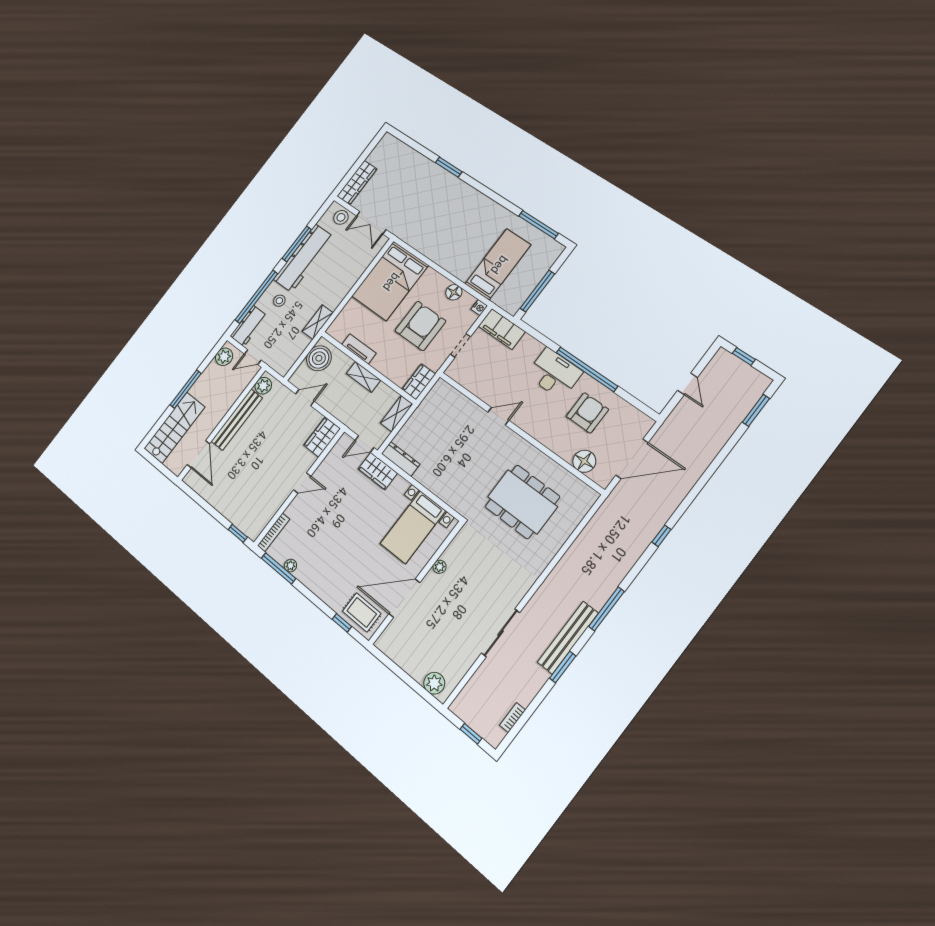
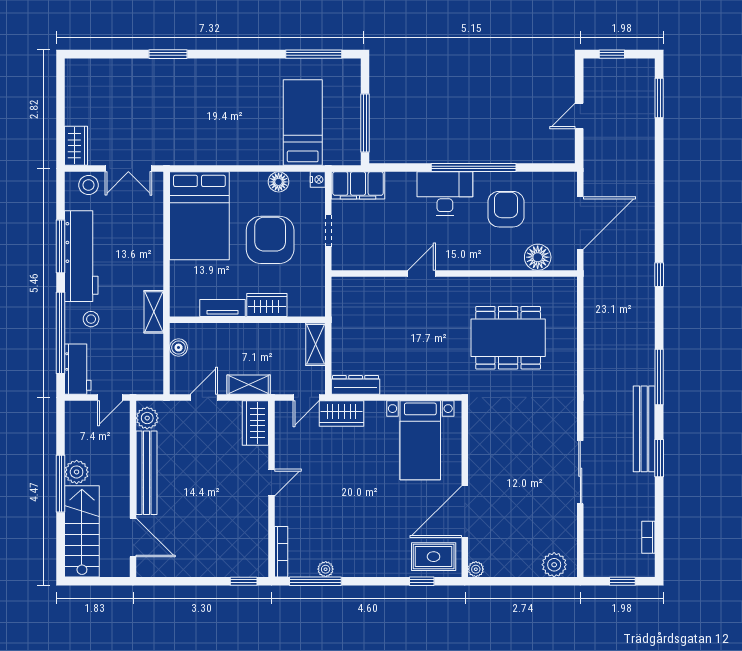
wardrobe: (357, 183) -> (76, 146), width x0.67
plant: (224, 357) -> (77, 472), moved
boiler: (319, 358) -> (179, 348), width x0.54, depth x0.54
shelving: (363, 377) -> (249, 385), moved
wardrobe: (419, 382) -> (267, 305), moved, turned 90
door: (687, 384) -> (579, 116), swing flipped
plant: (440, 567) -> (476, 569), moved

